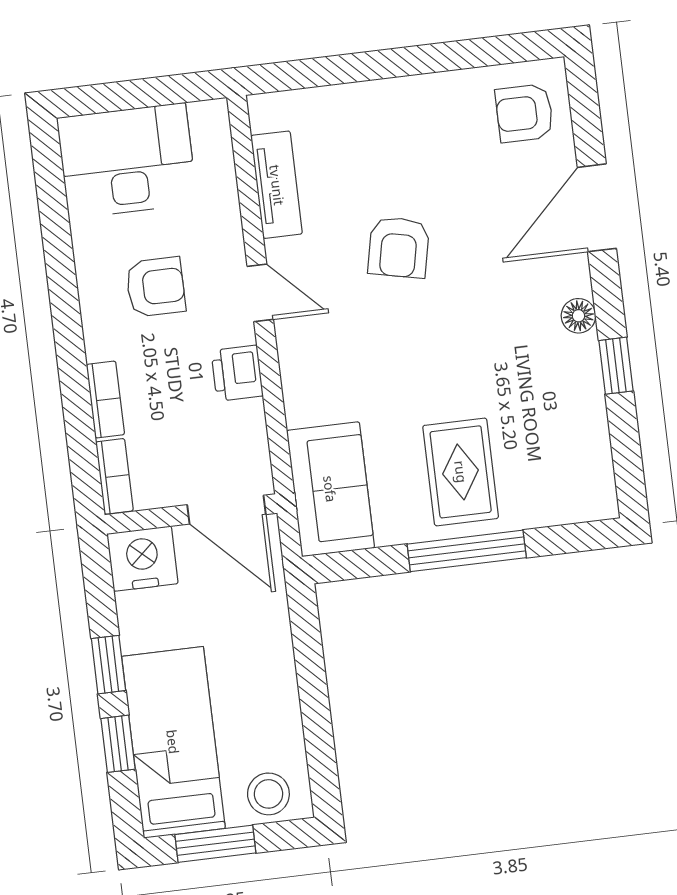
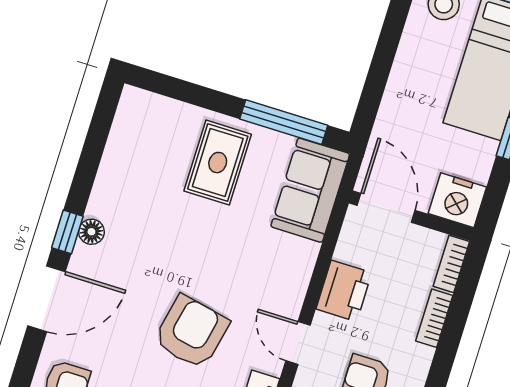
armchair: (399, 247) -> (191, 332), width x1.38, depth x1.38
window: (616, 366) -> (67, 232), moved
printer: (237, 373) -> (344, 291), width x1.36, depth x1.24
window: (467, 551) -> (284, 122), moved

